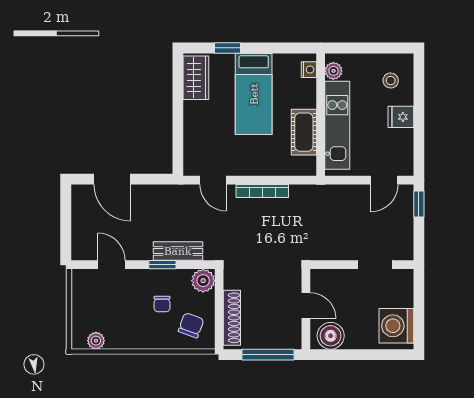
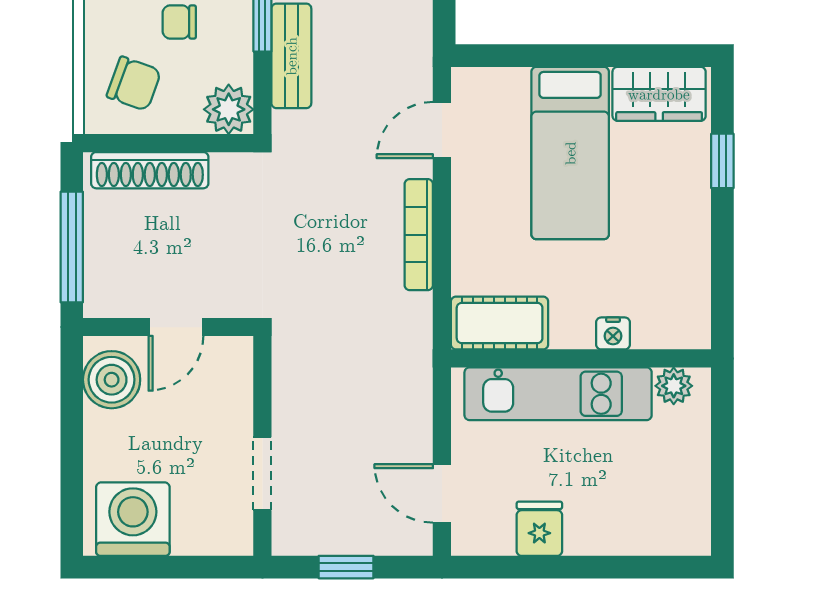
nightstand: (309, 70) -> (613, 333), moved
stool: (391, 81) -> (653, 507), removed
bed: (254, 94) -> (570, 153), moved, turned -90
fridge: (401, 117) -> (539, 529), moved
cot: (304, 132) -> (500, 323), moved
window: (419, 204) -> (346, 567), moved

